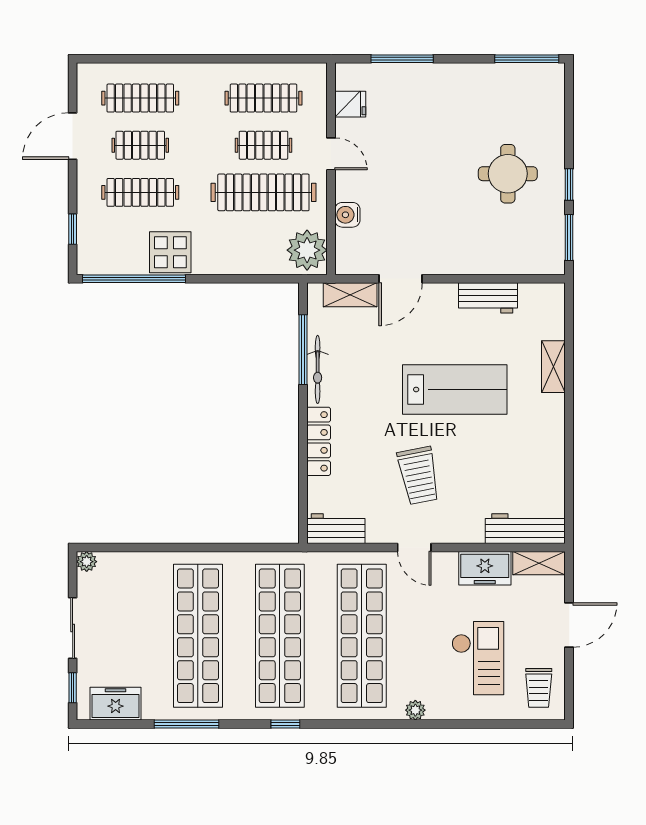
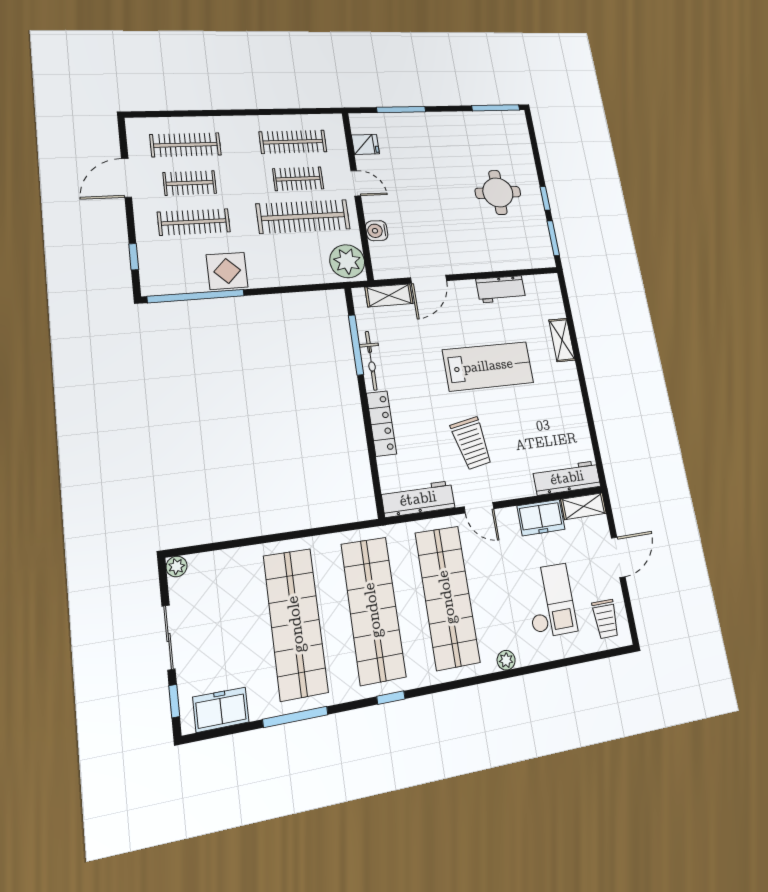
workbench: (336, 529) -> (418, 499), width x1.38

